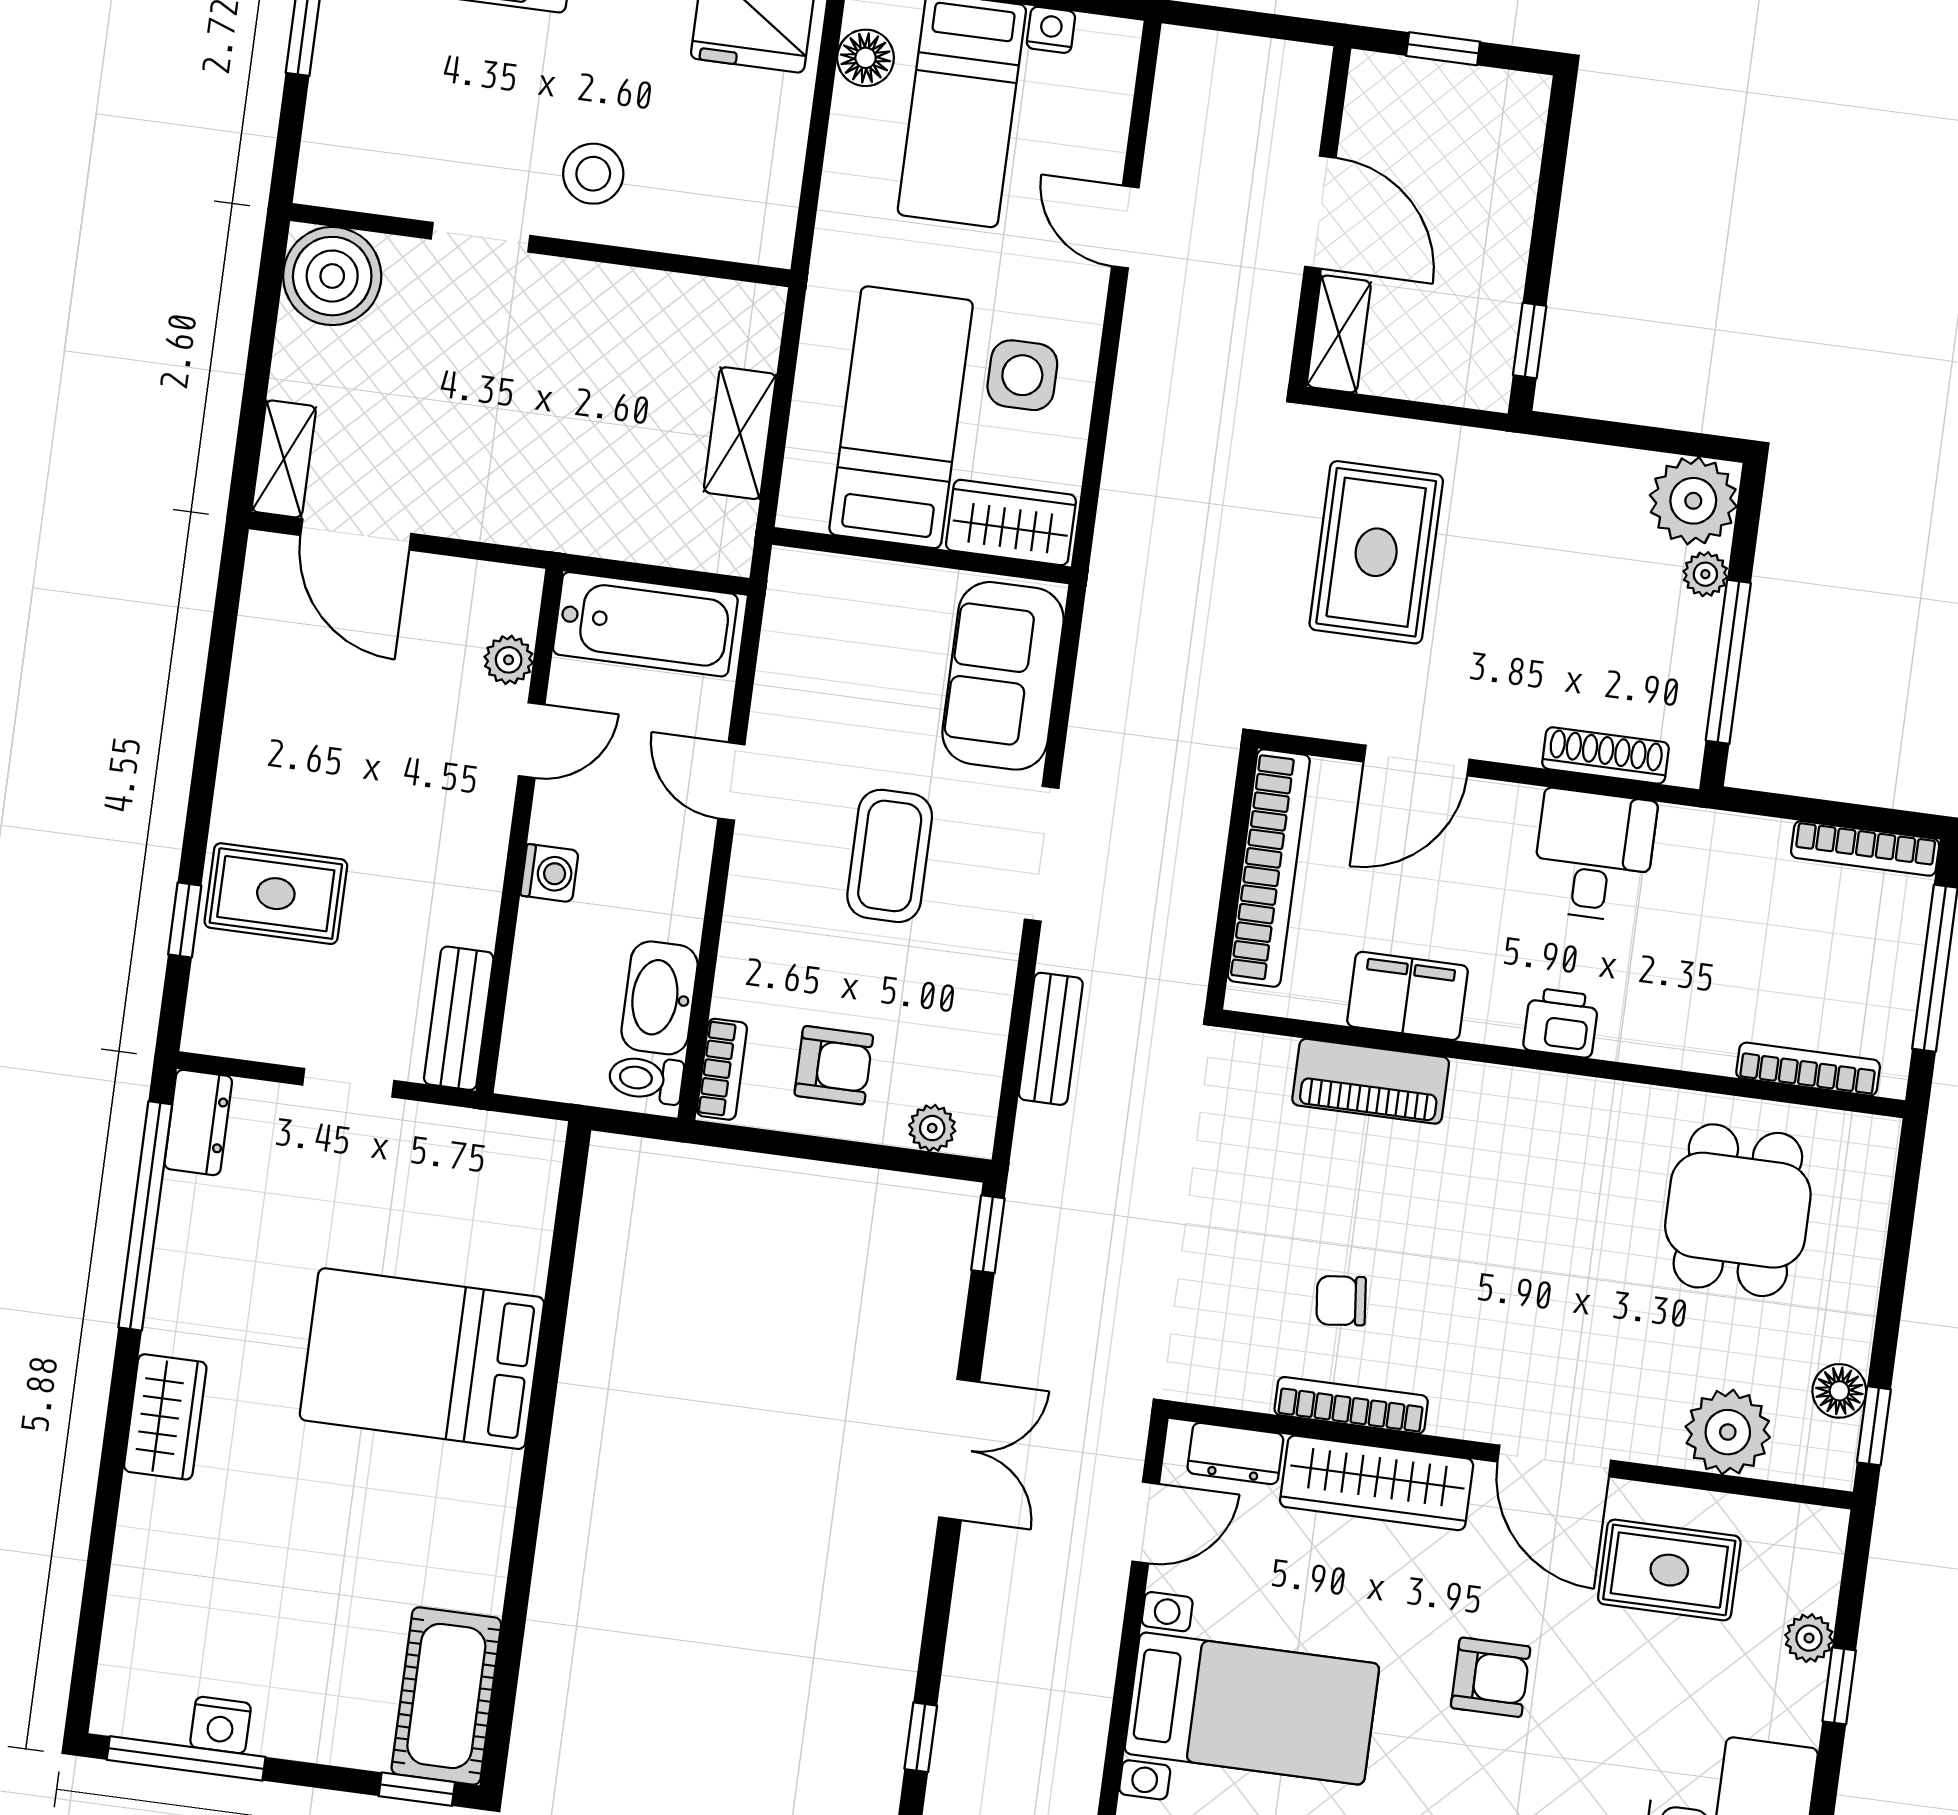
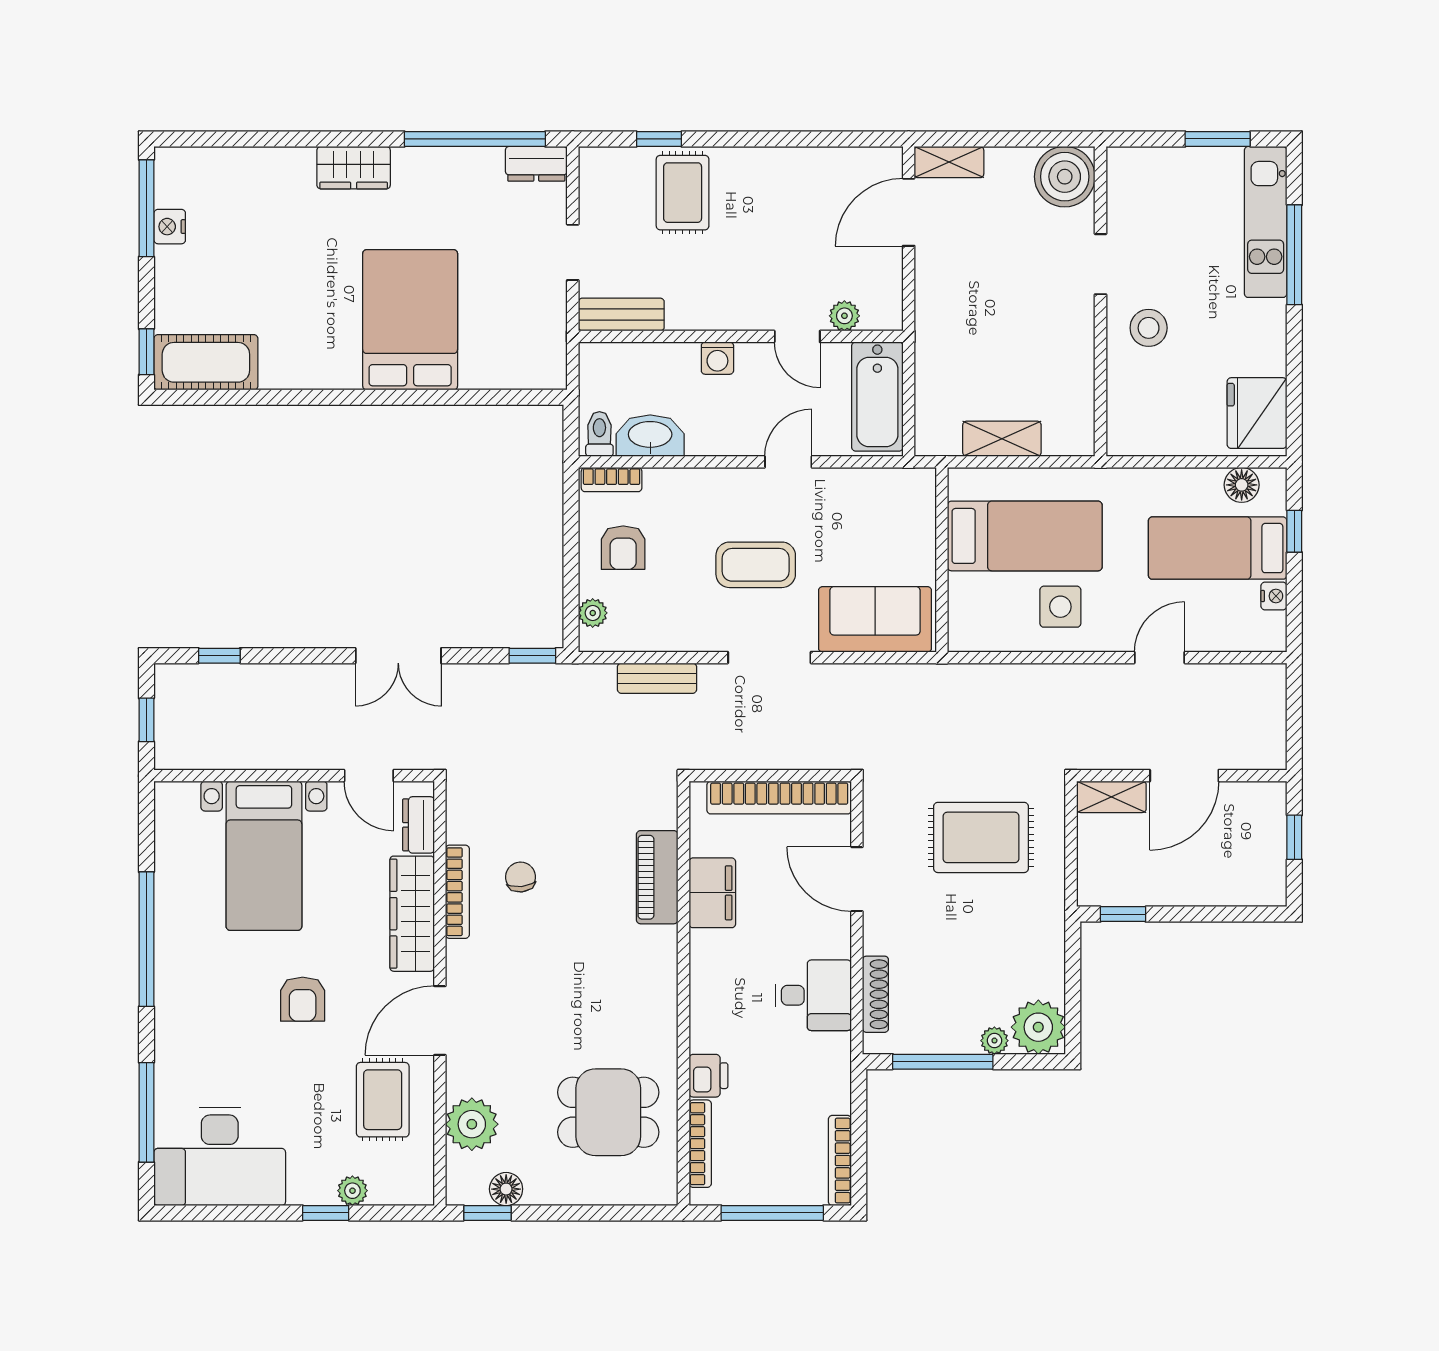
wardrobe: (1011, 522) -> (969, 612), removed
printer: (1561, 1023) -> (708, 1076), moved

